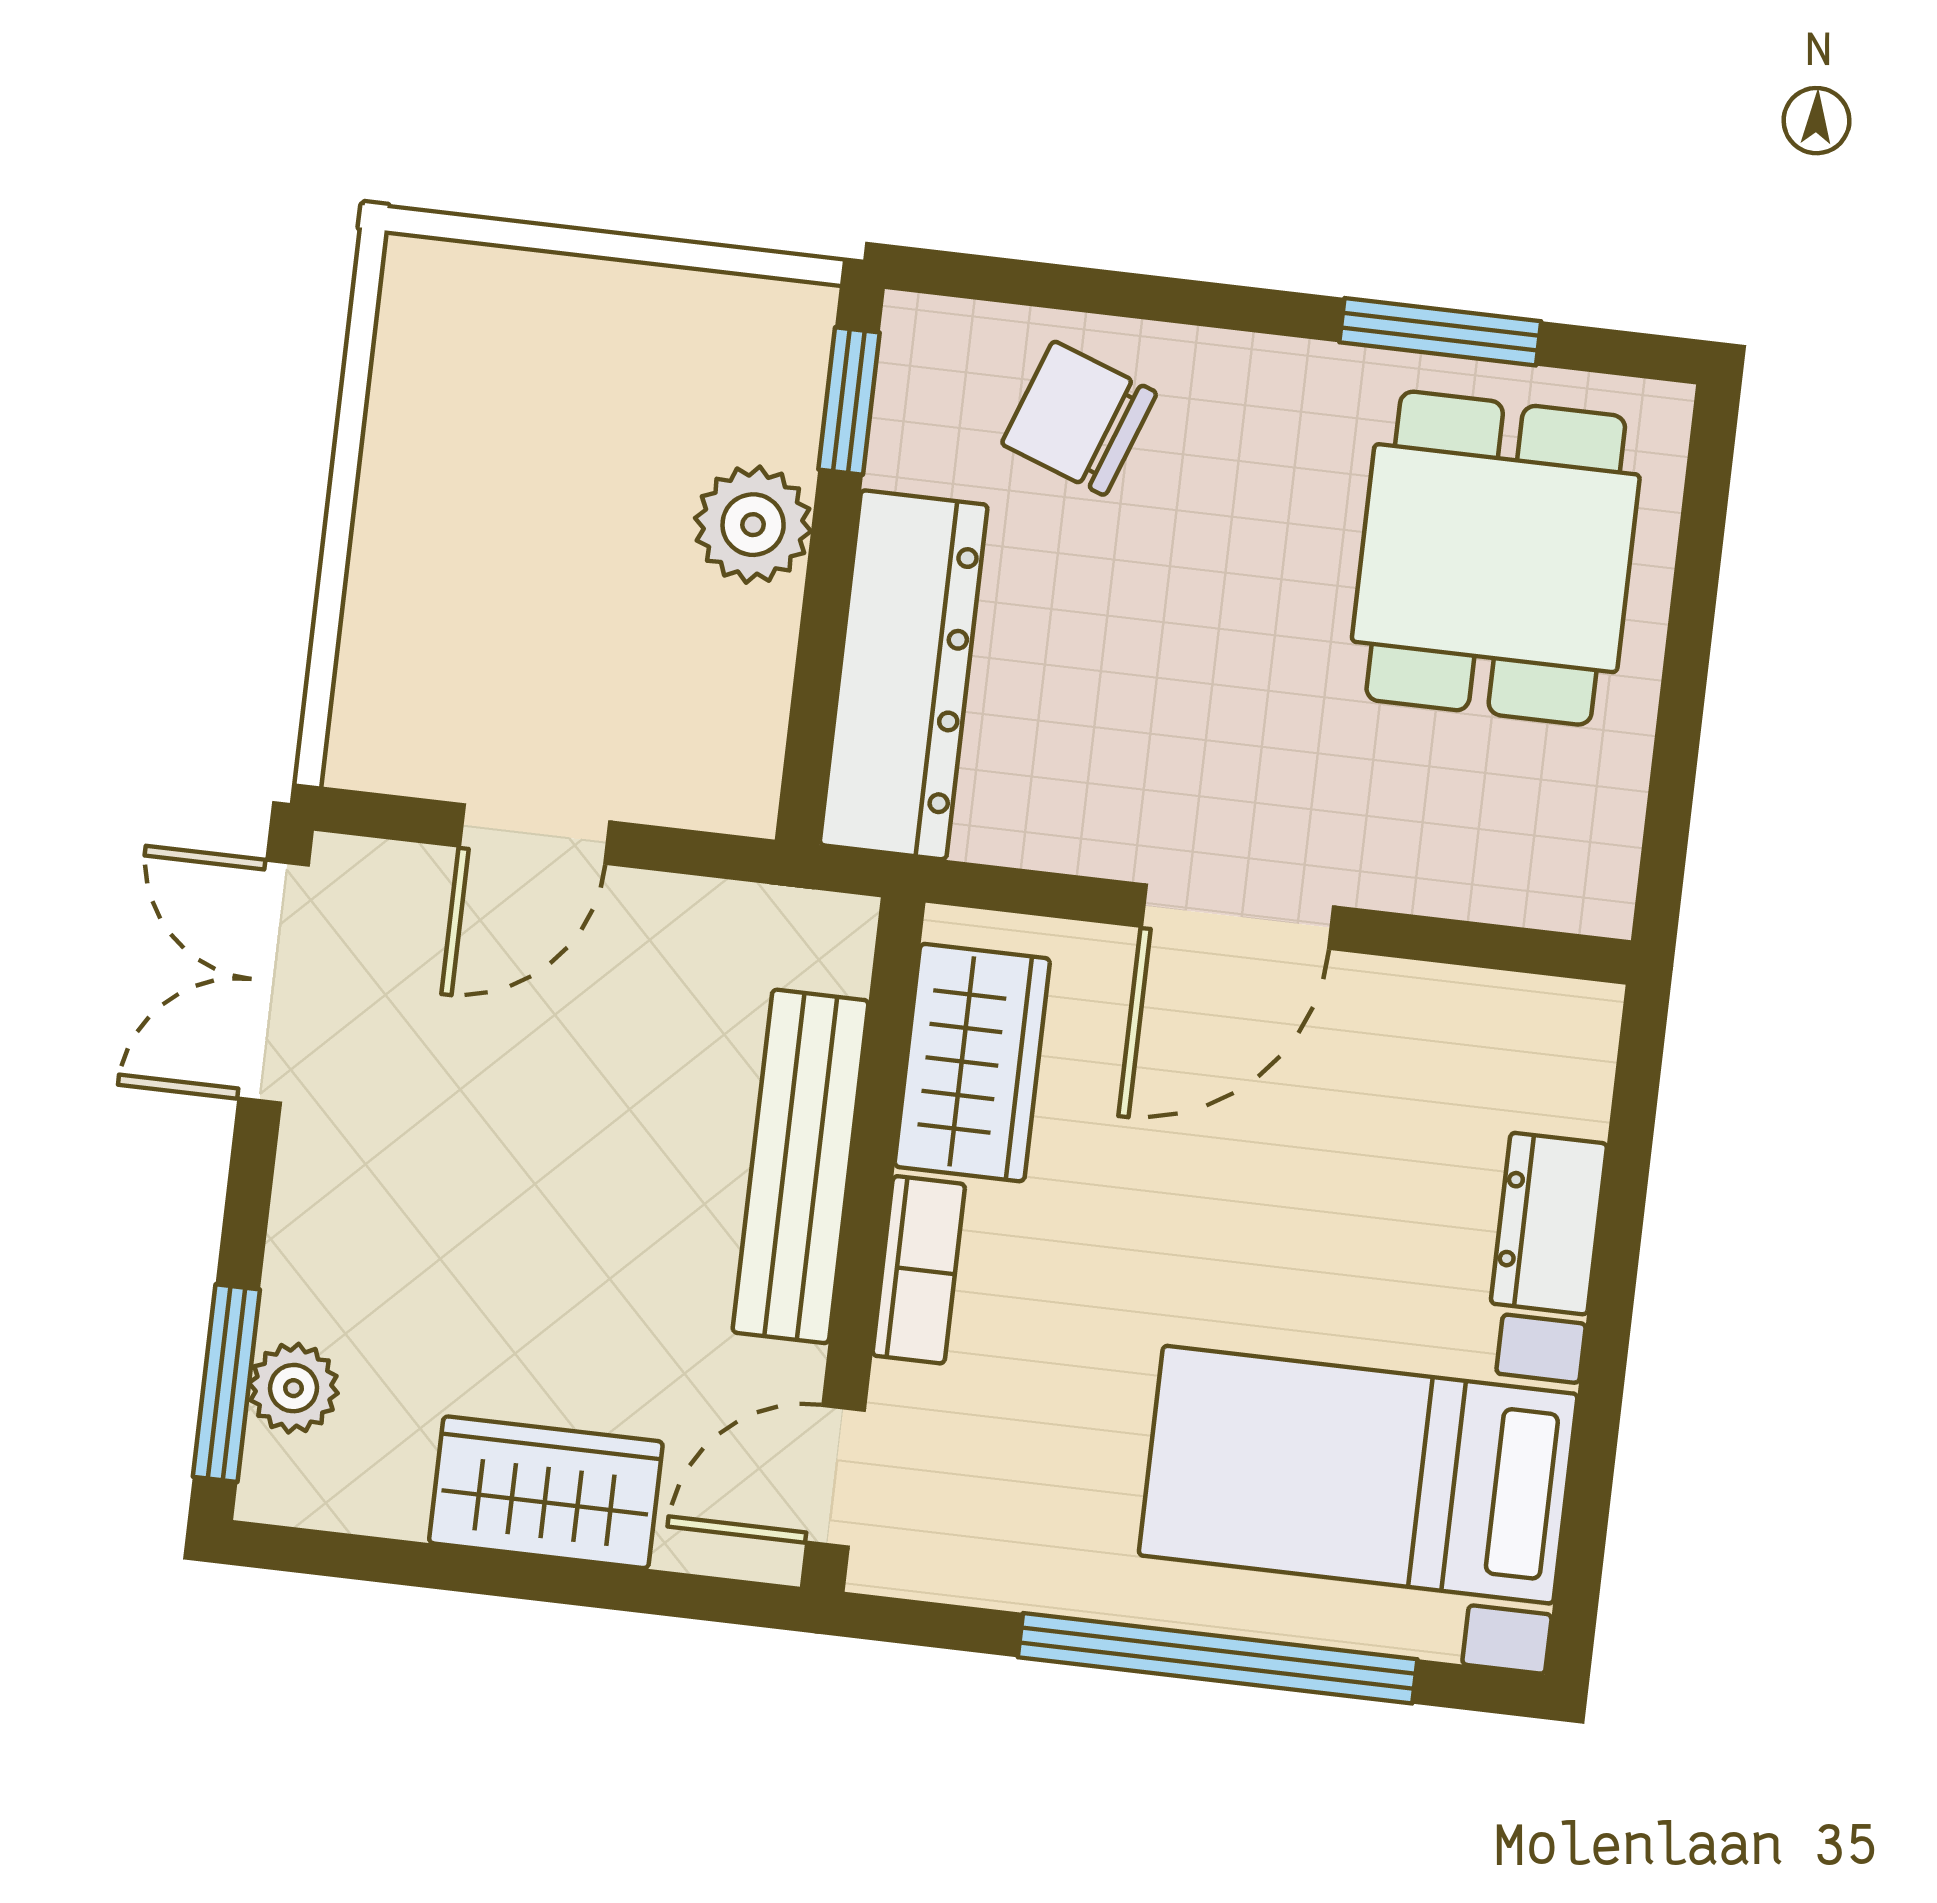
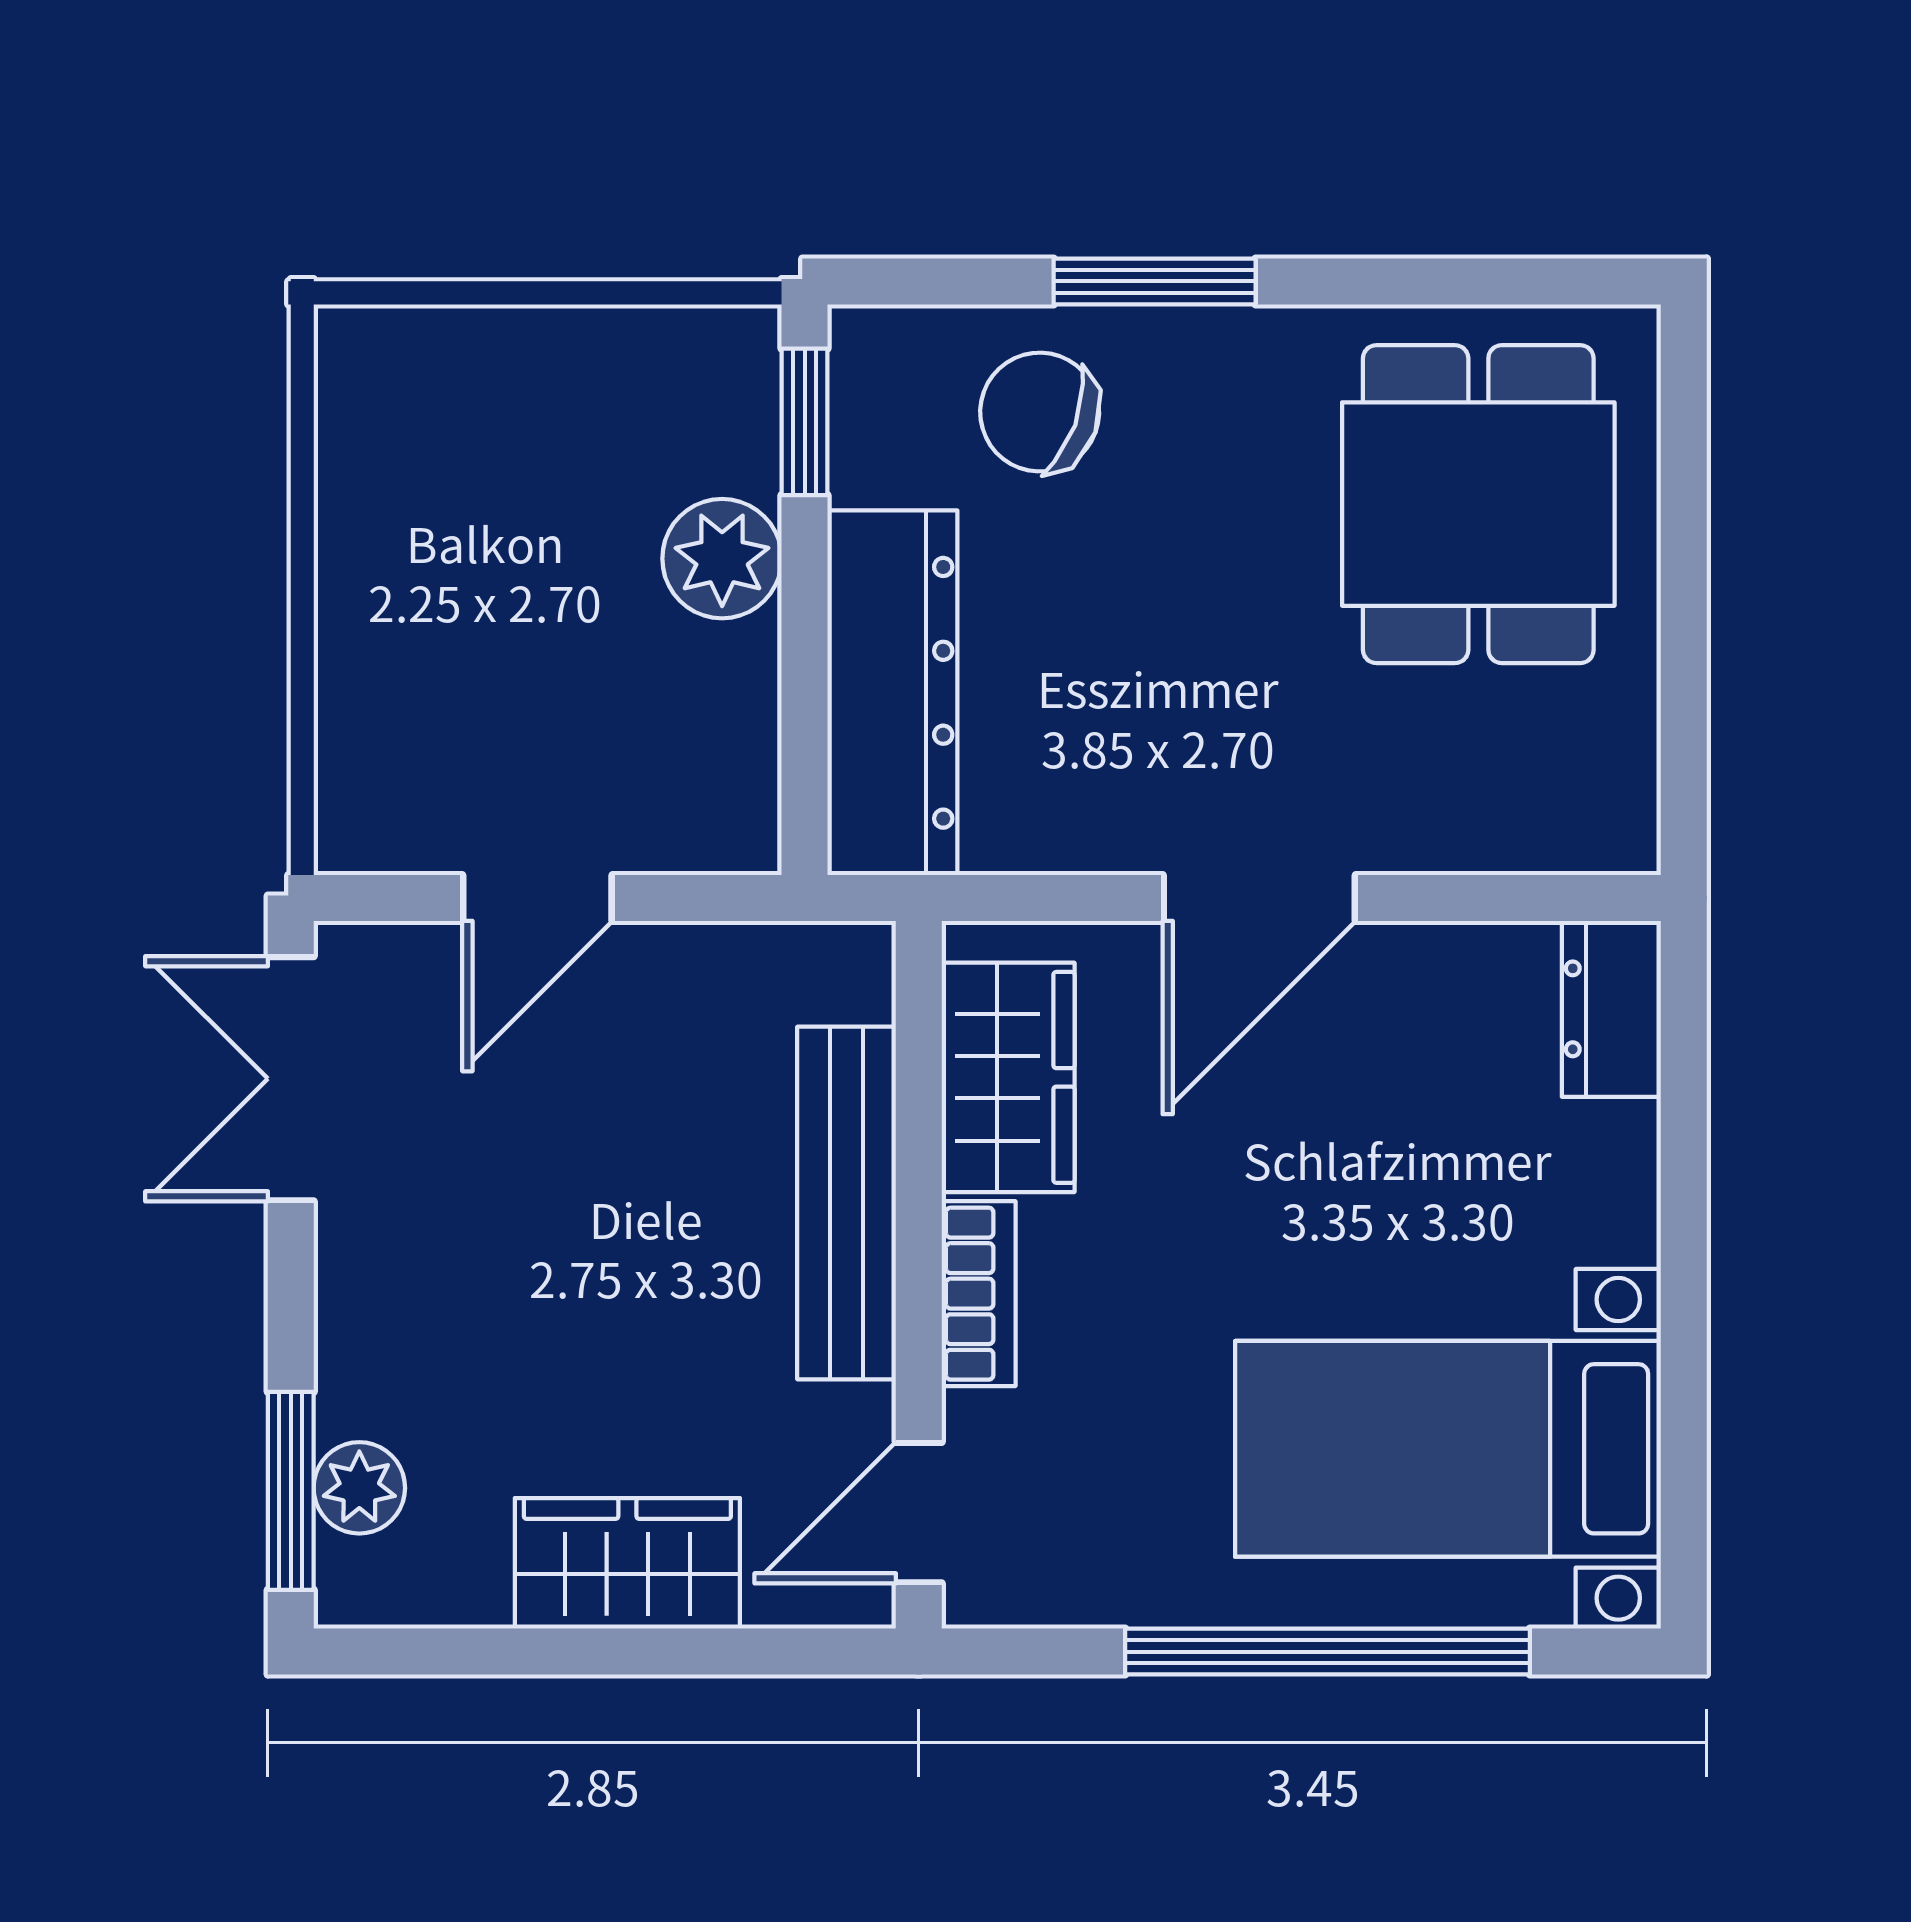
window: (1440, 332) -> (1155, 281), moved
dresser: (1549, 1224) -> (1611, 1009), moved

